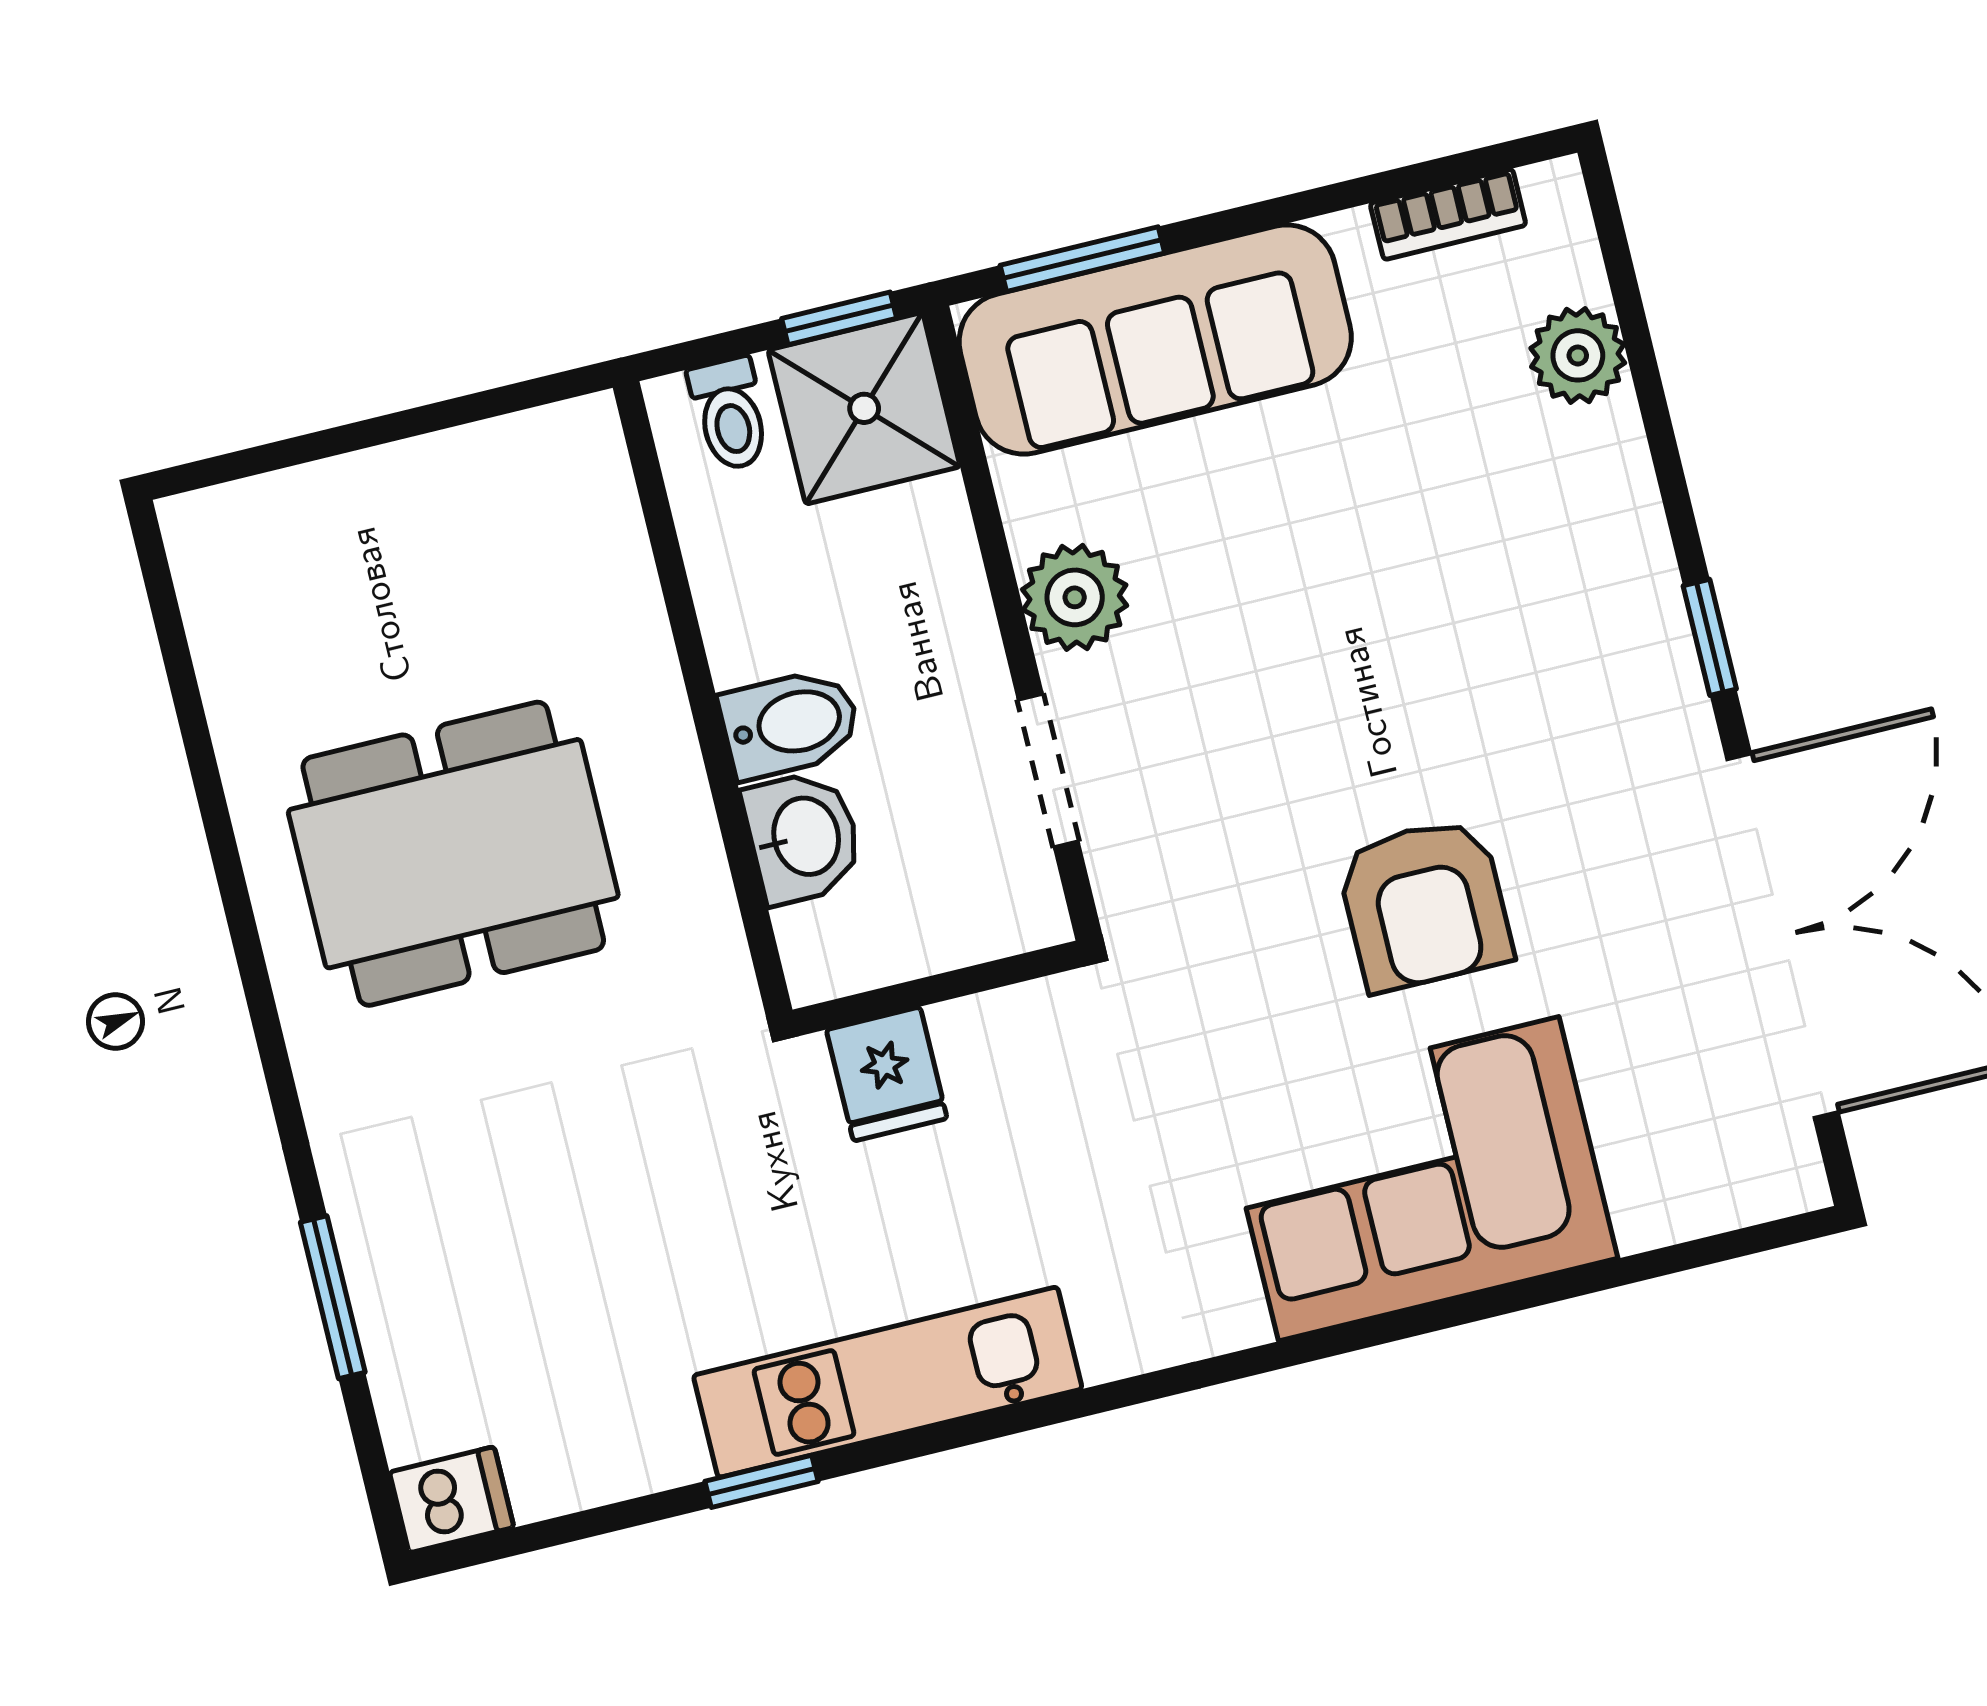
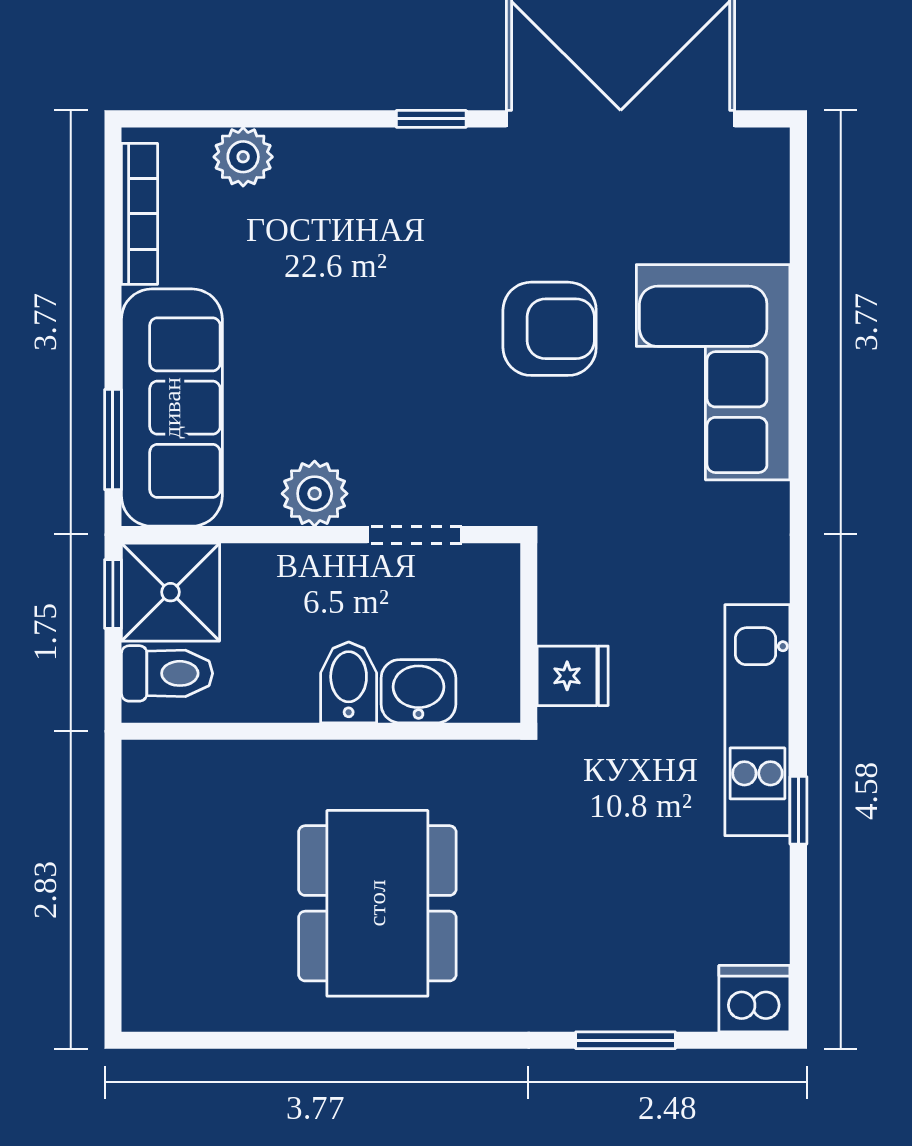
bookcase: (1448, 214) -> (139, 214), width x1.56
toilet: (730, 414) -> (167, 673), width x1.37, depth x1.39
dishwasher: (452, 1500) -> (754, 999), width x1.38

